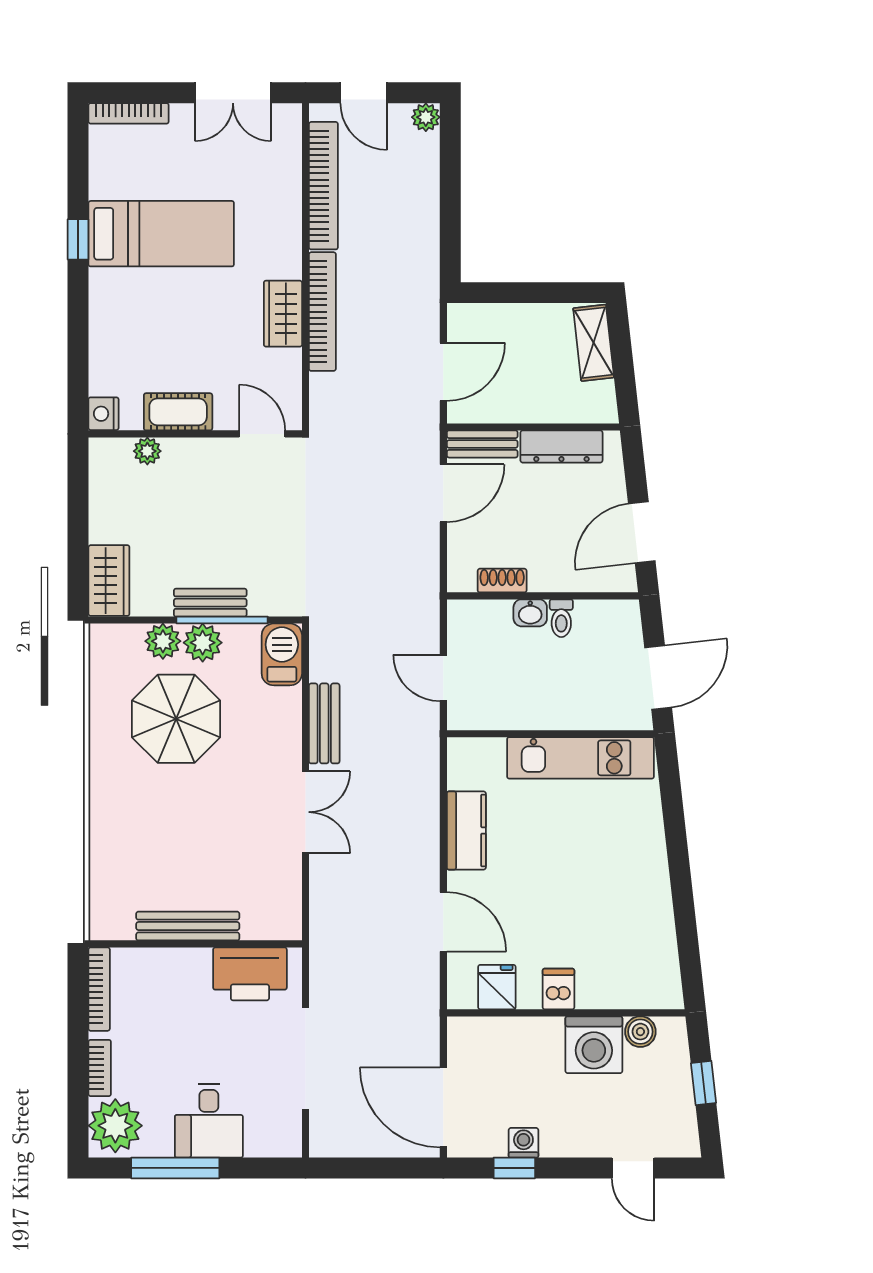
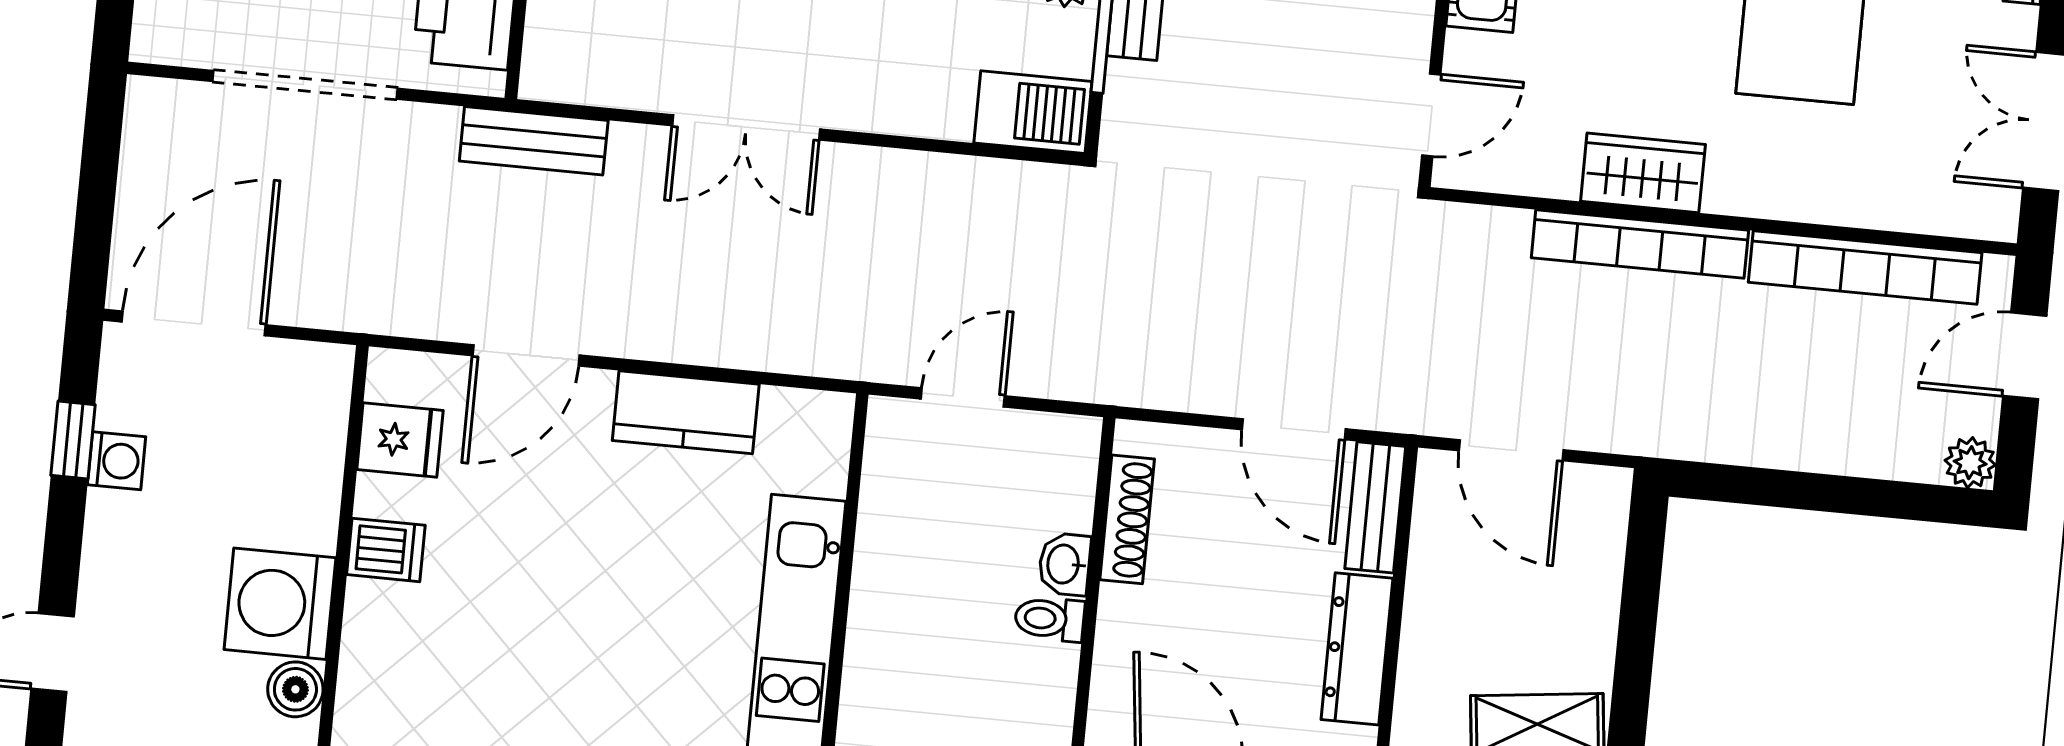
shoe rack: (502, 581) -> (1127, 519), width x1.43
bench: (324, 723) -> (534, 141), moved

